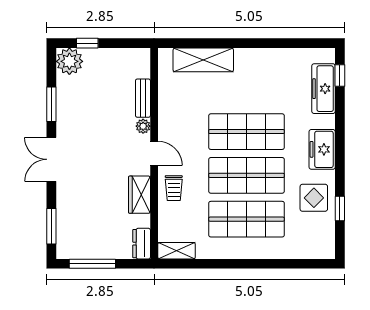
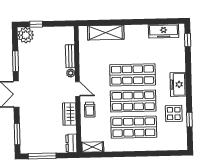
freezer: (324, 89) -> (164, 31), moved, turned -90

